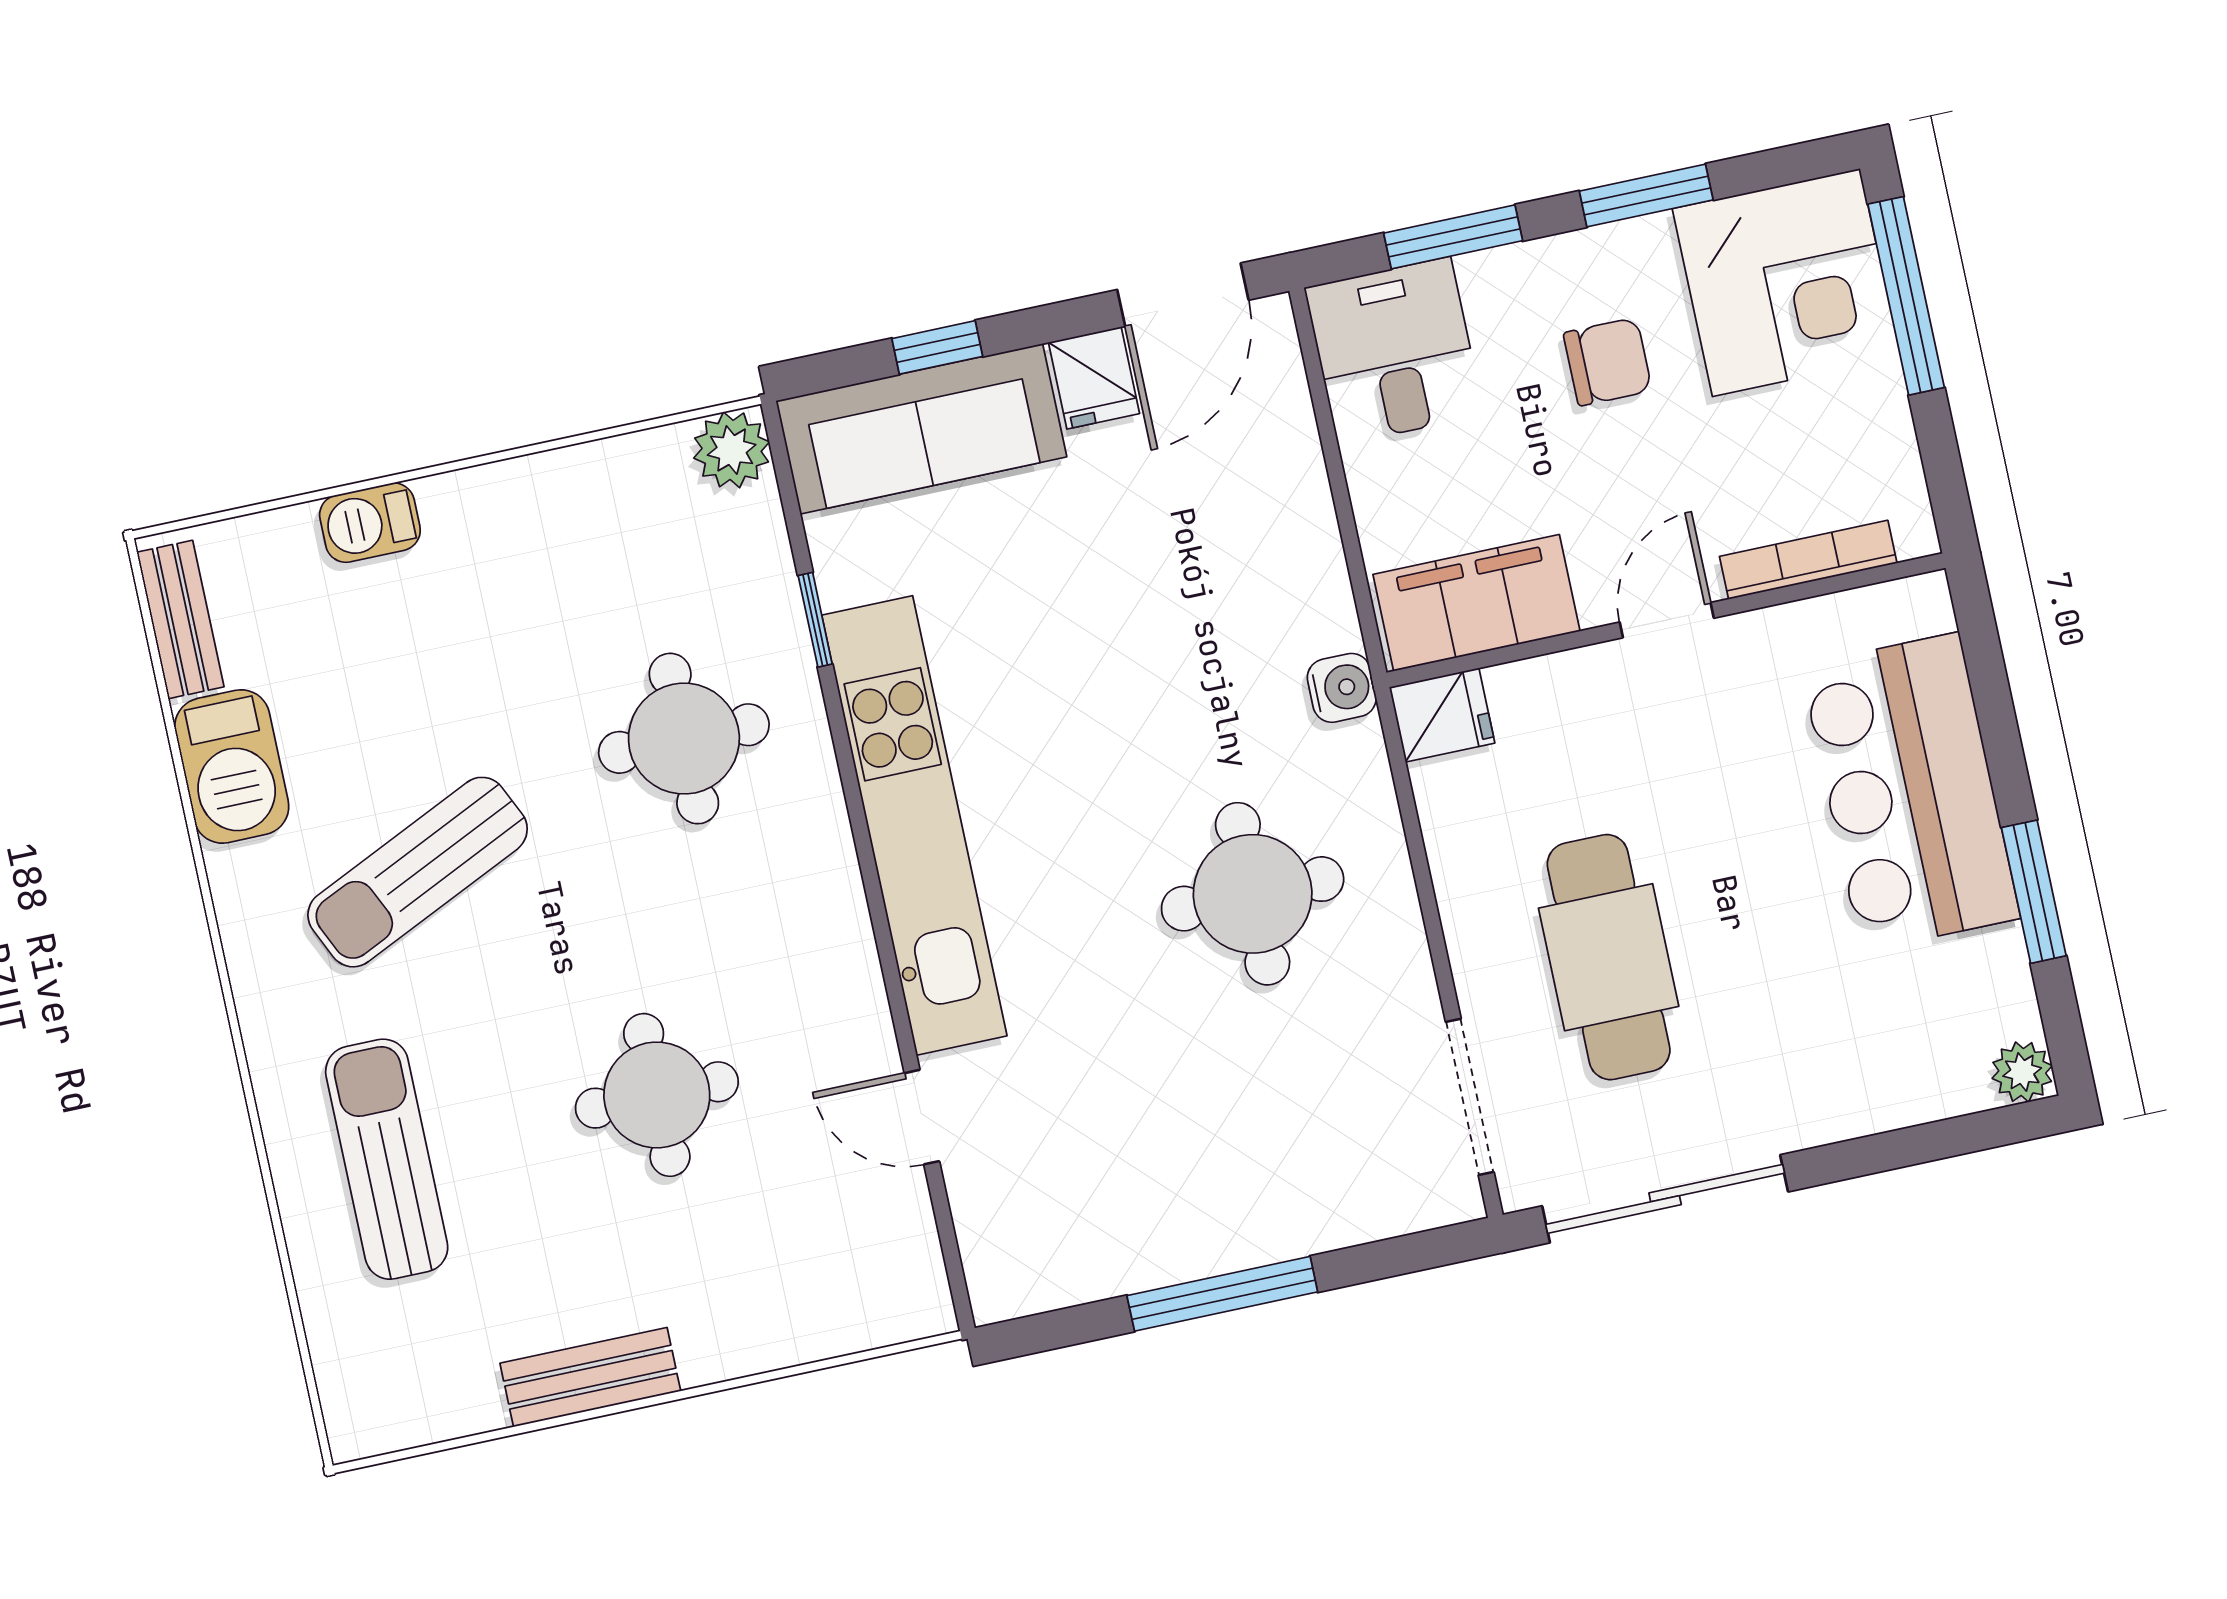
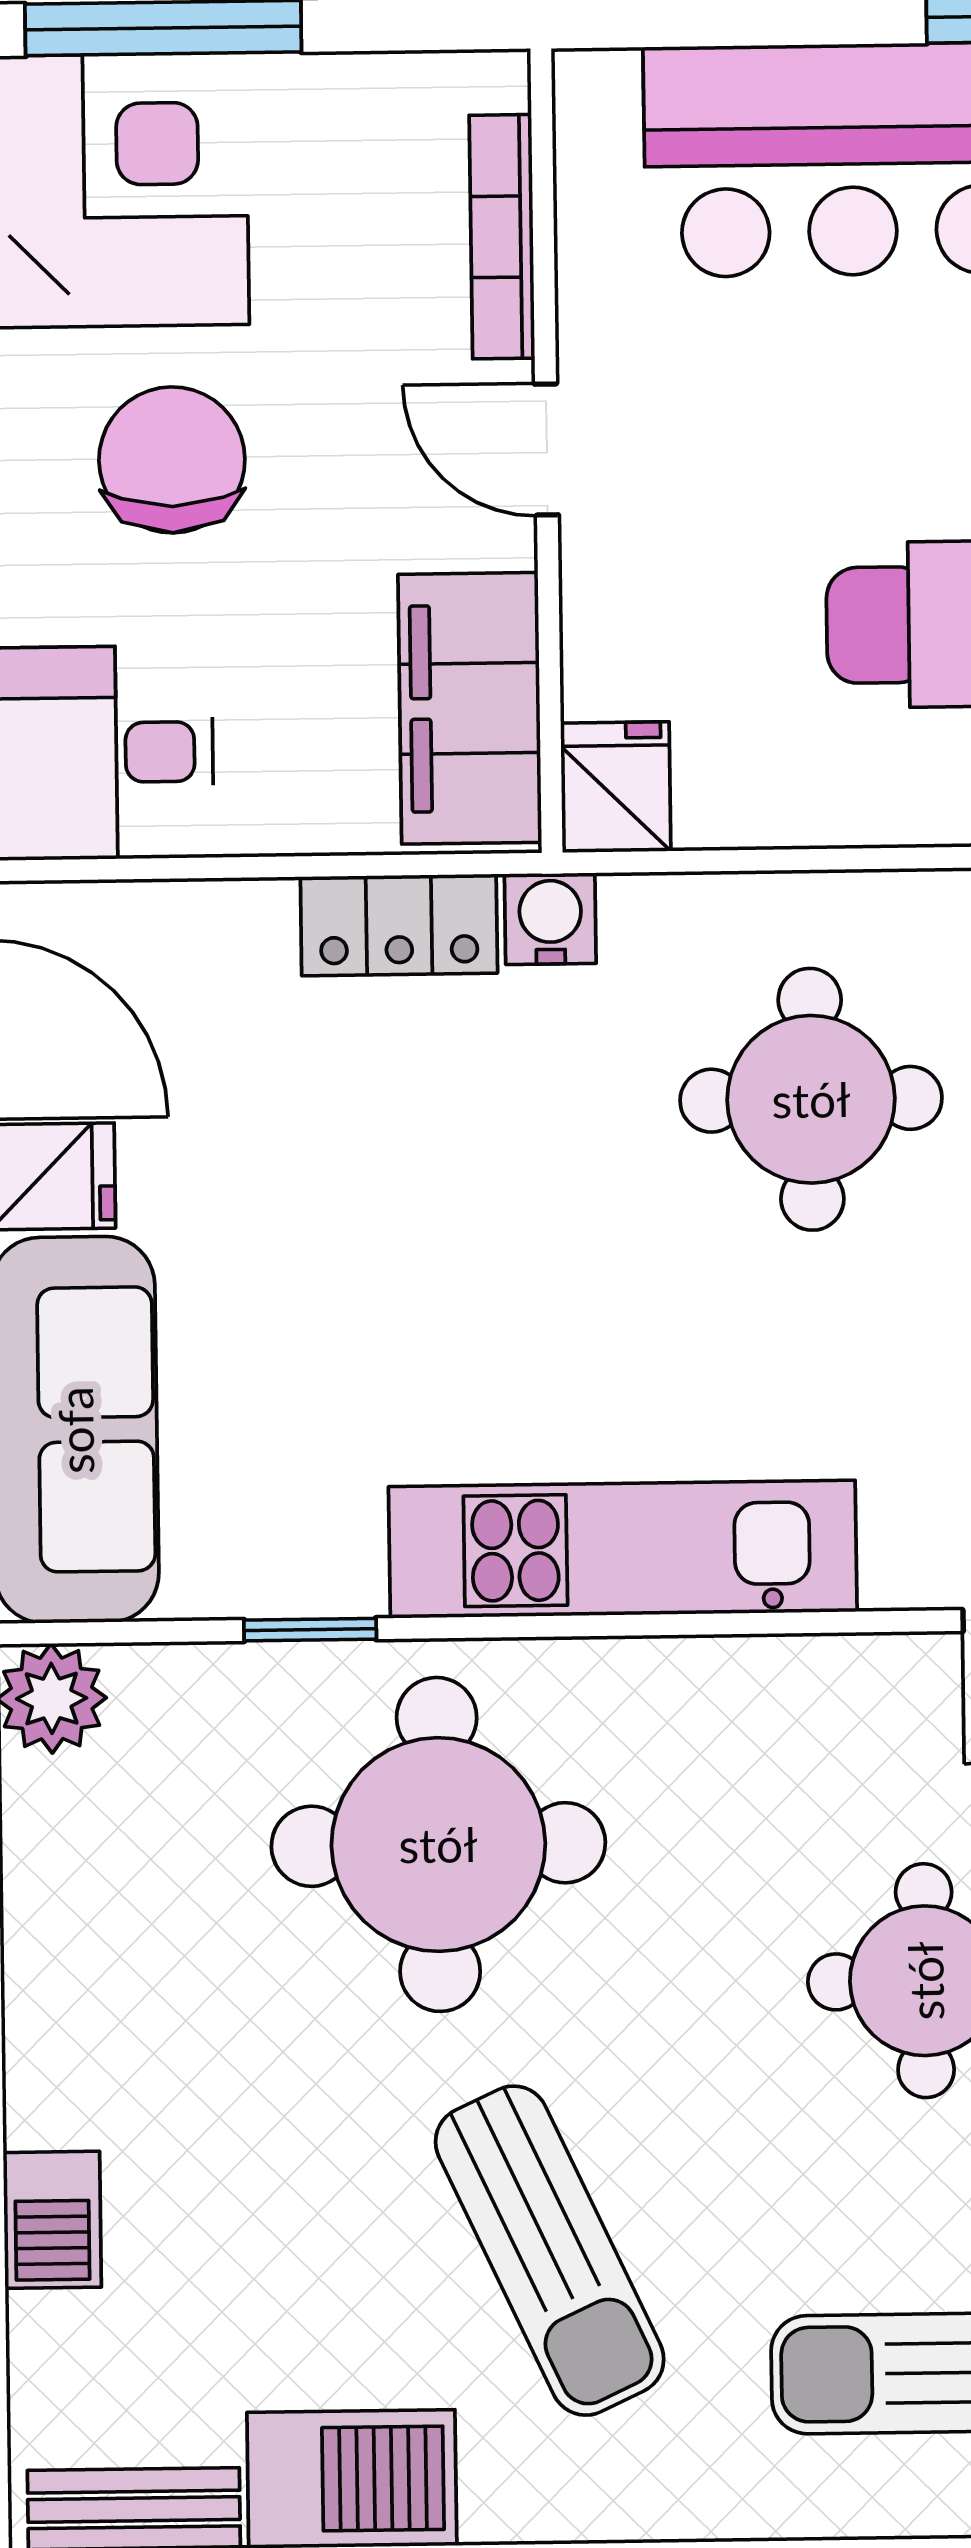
chair: (1608, 362) -> (172, 460), width x1.37, depth x1.37
locker: (1316, 584) -> (399, 925), added
round table: (684, 739) -> (438, 1844), width x1.36, depth x1.36
kitchen unit: (914, 826) -> (623, 1549), width x0.73

